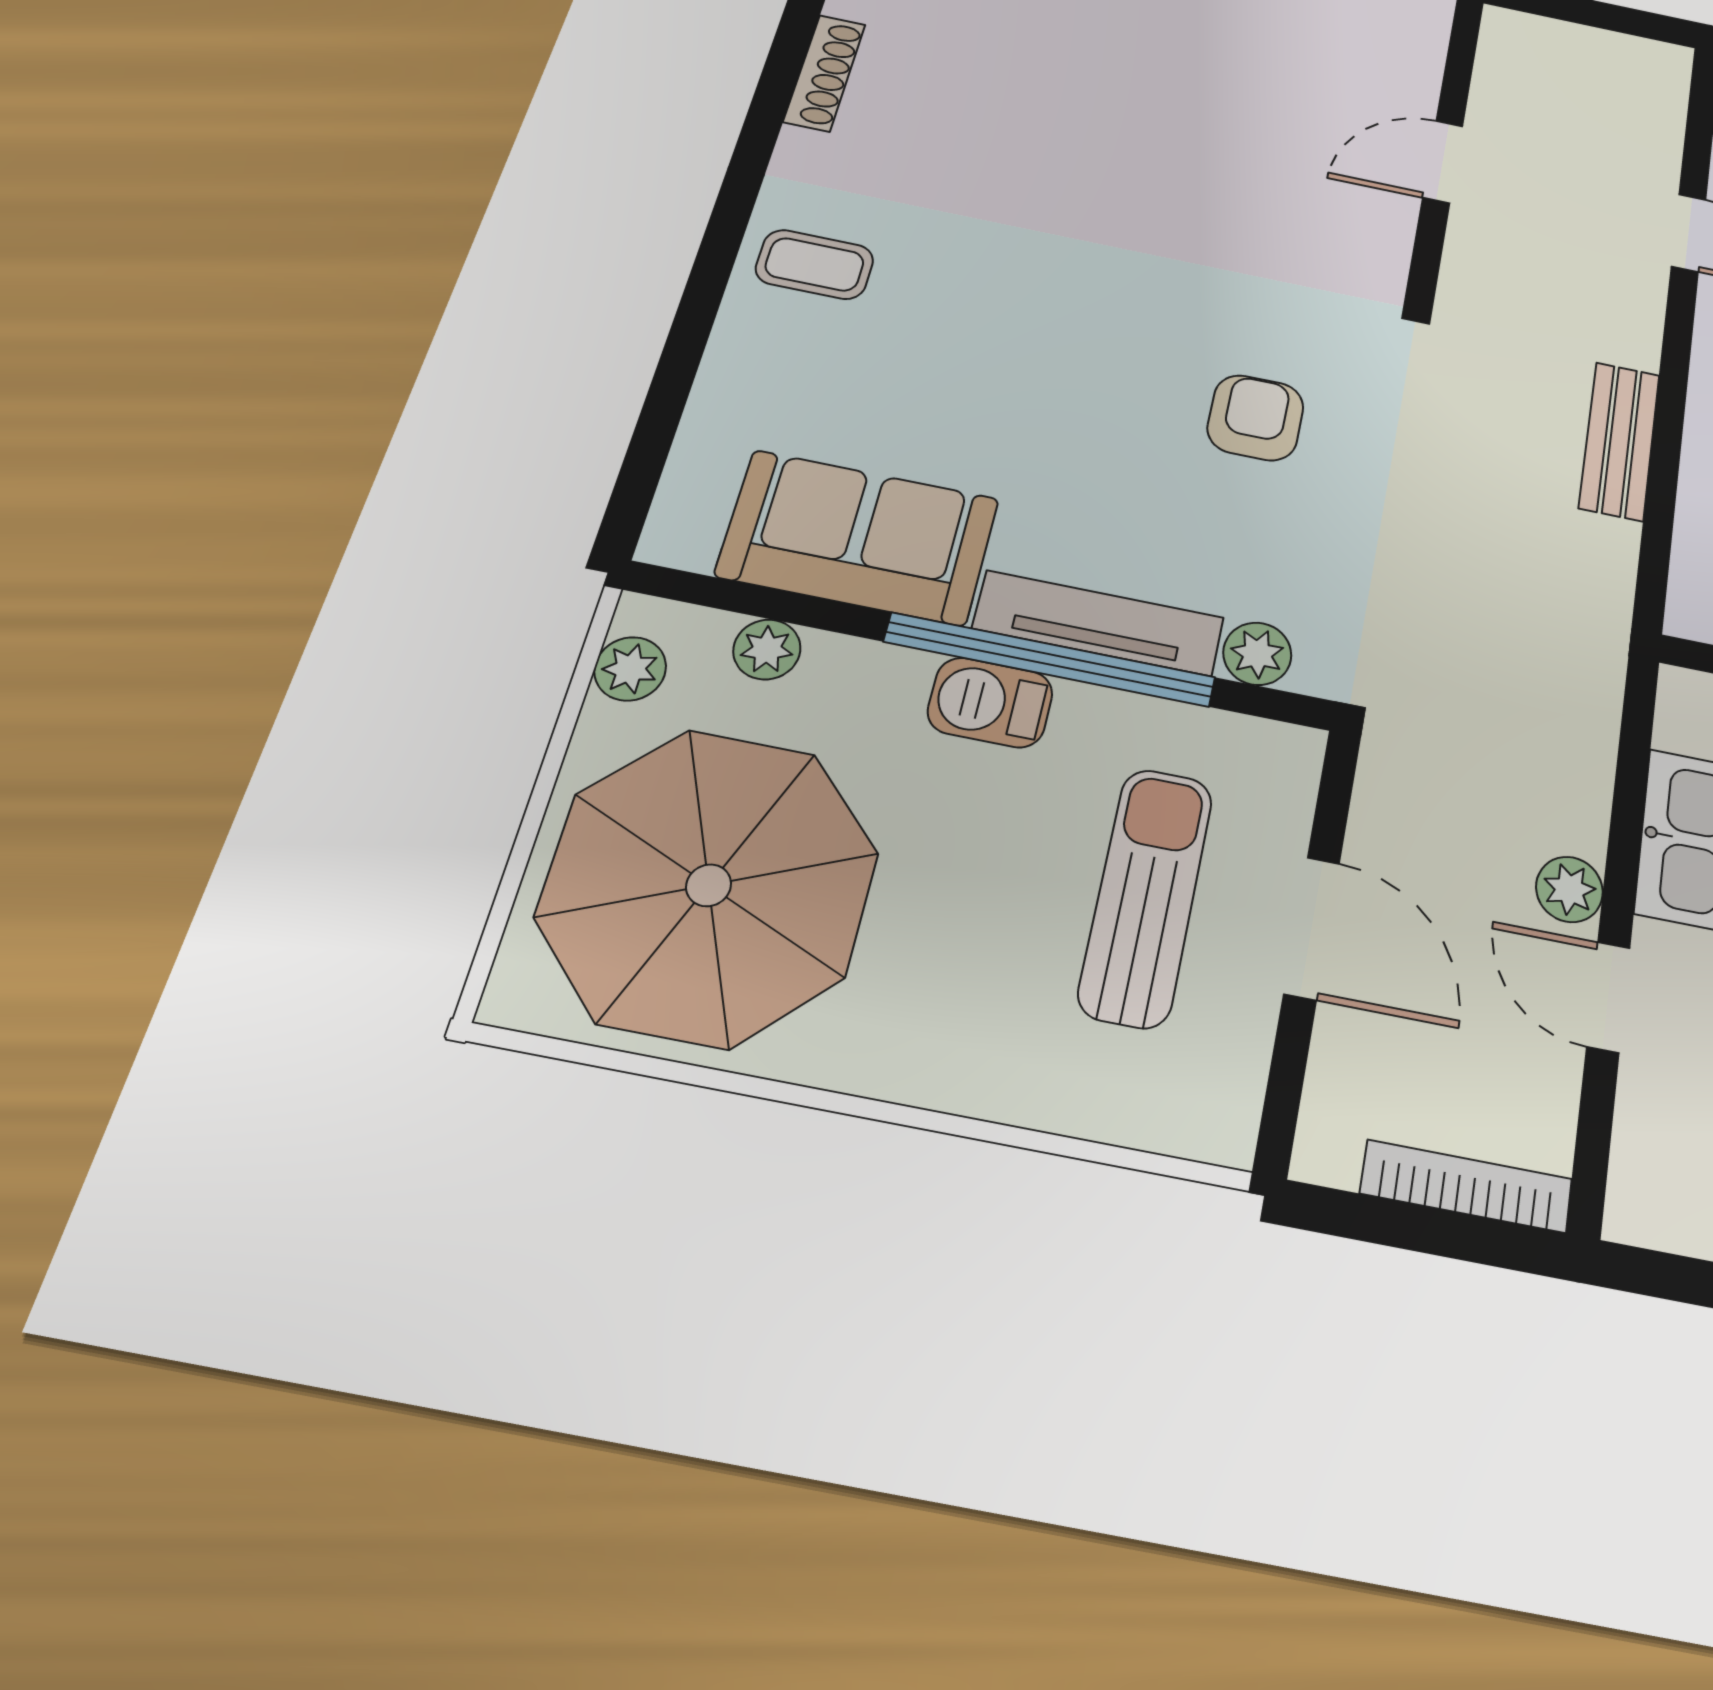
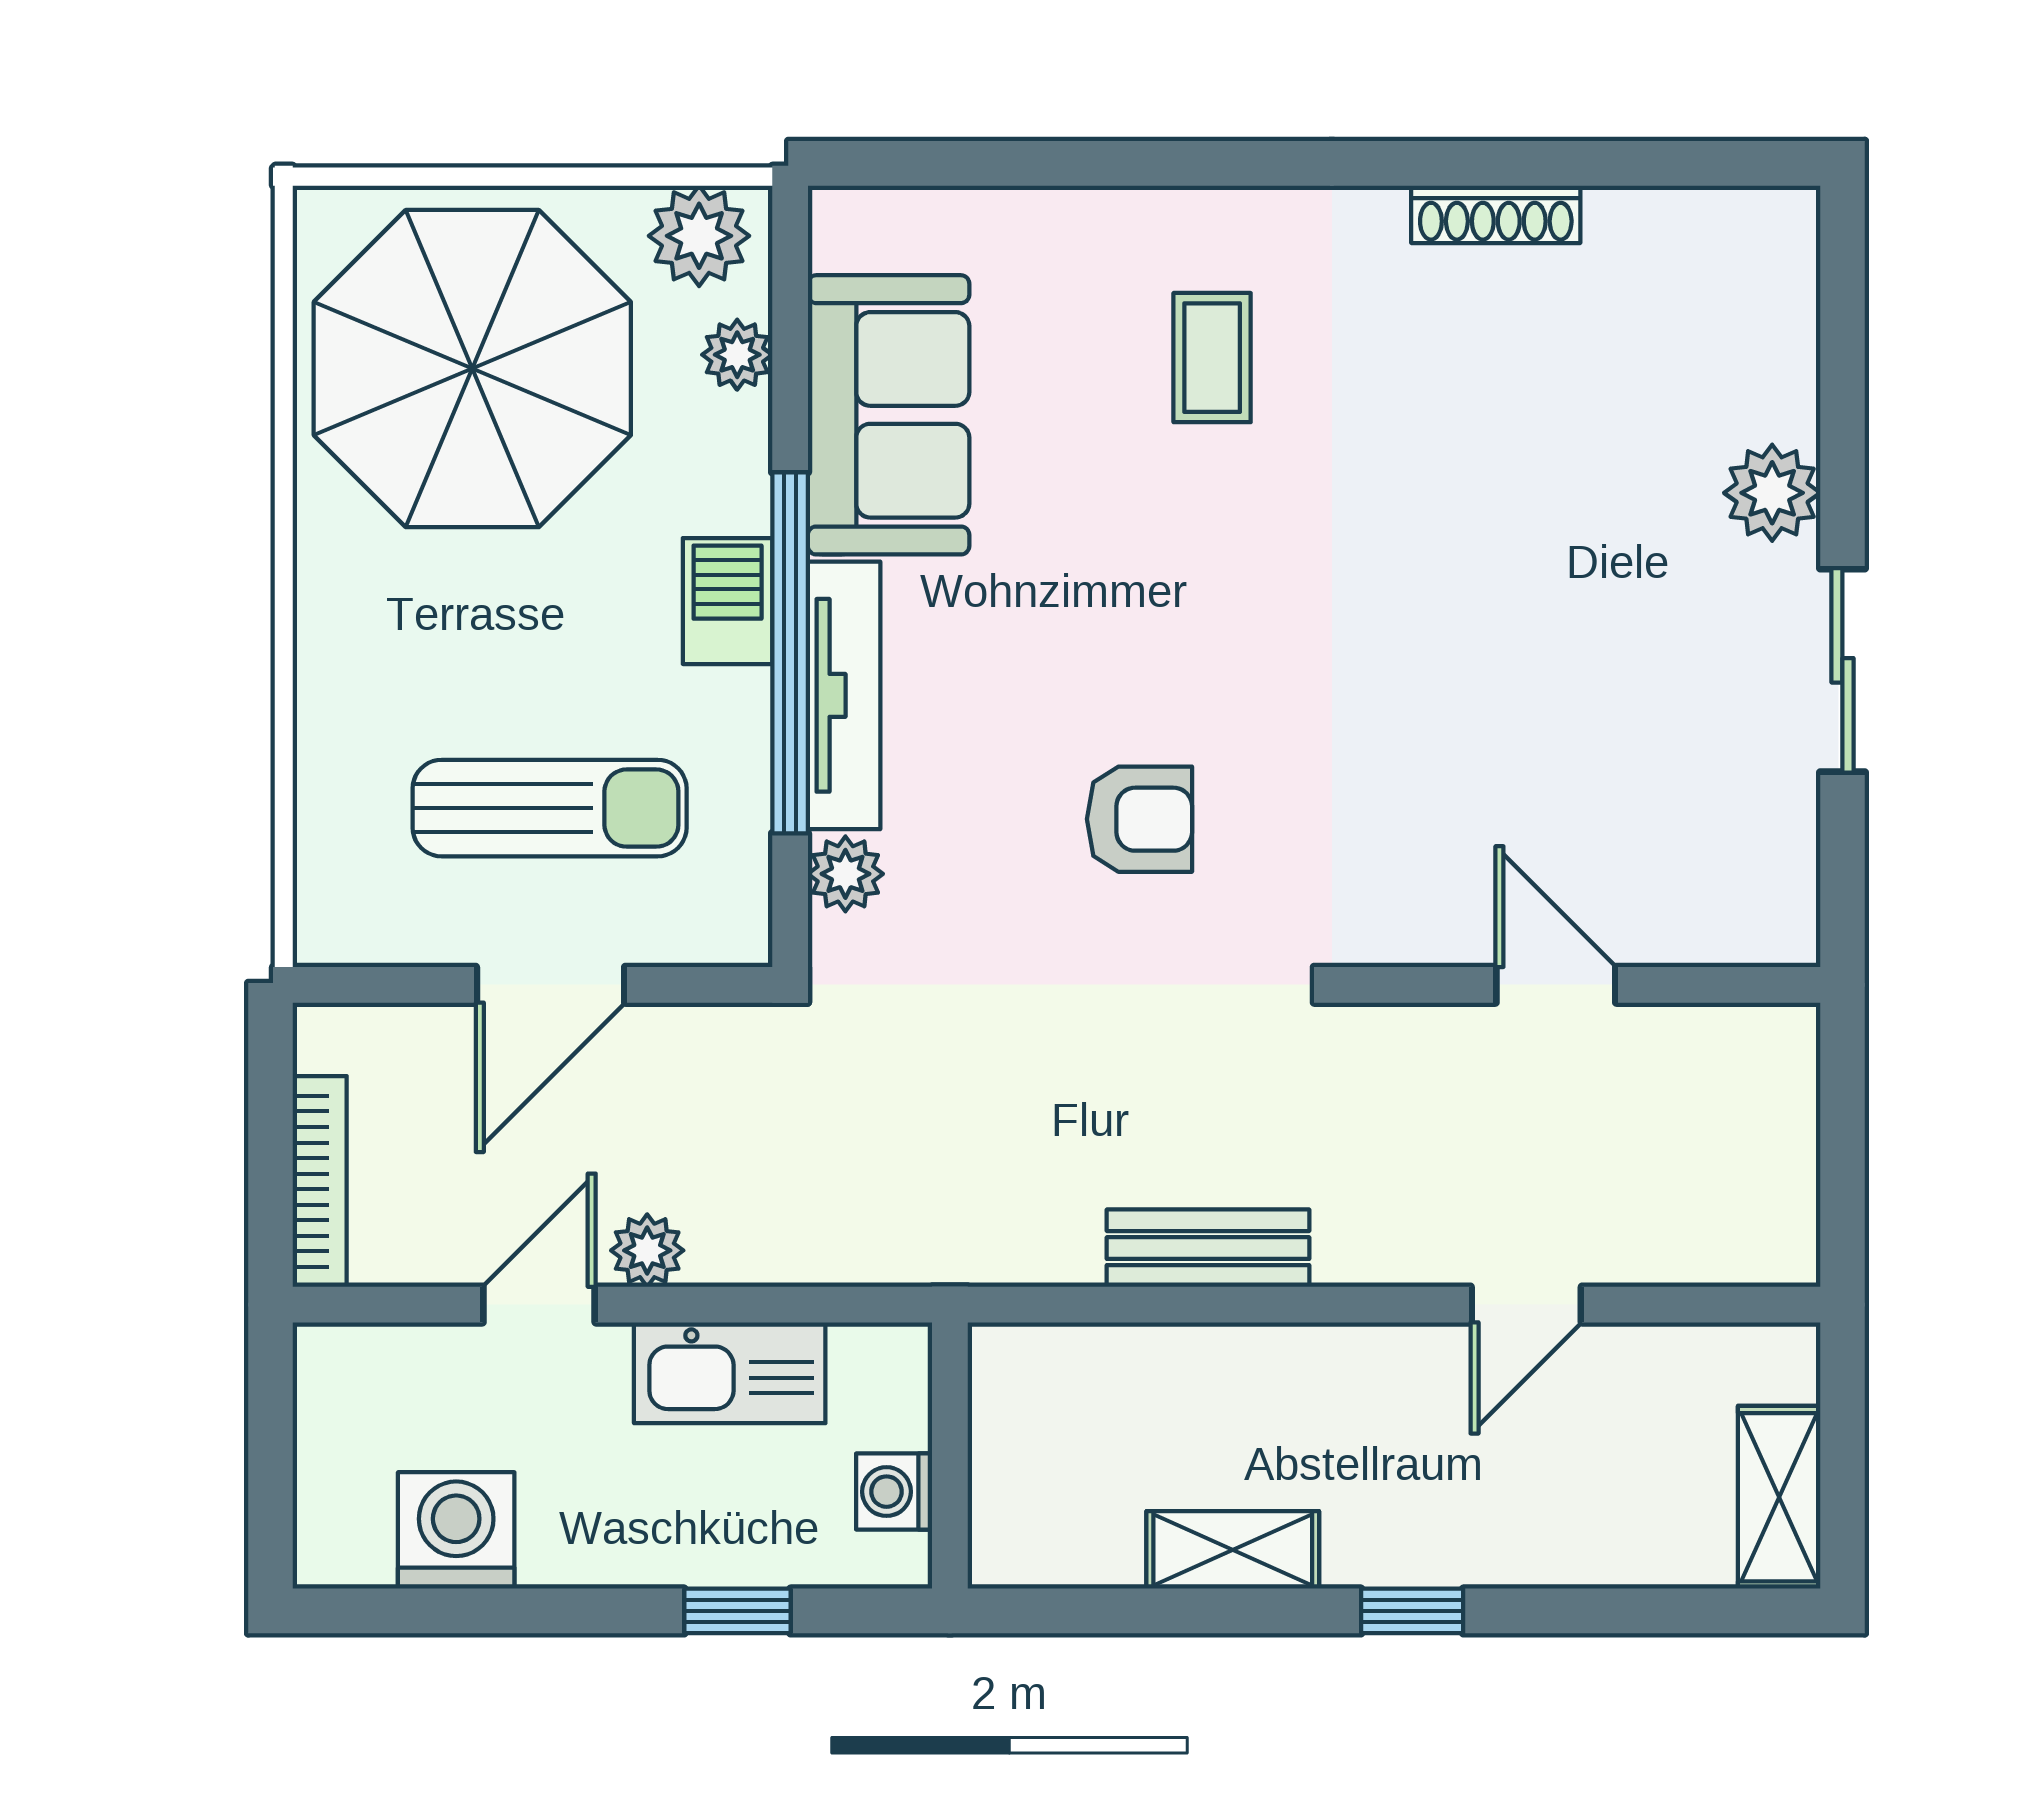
coffee table: (814, 264) -> (1212, 358), moved
plant: (630, 669) -> (699, 236), width x1.38, depth x1.38

